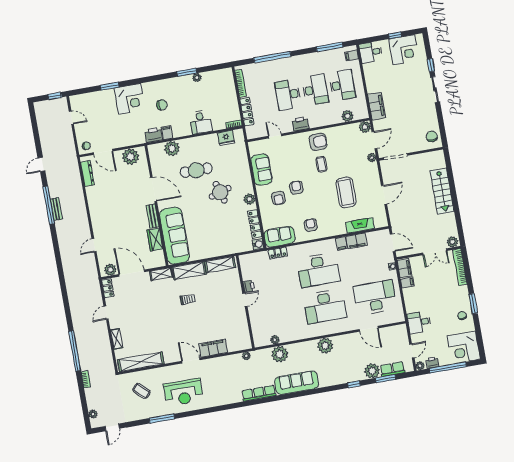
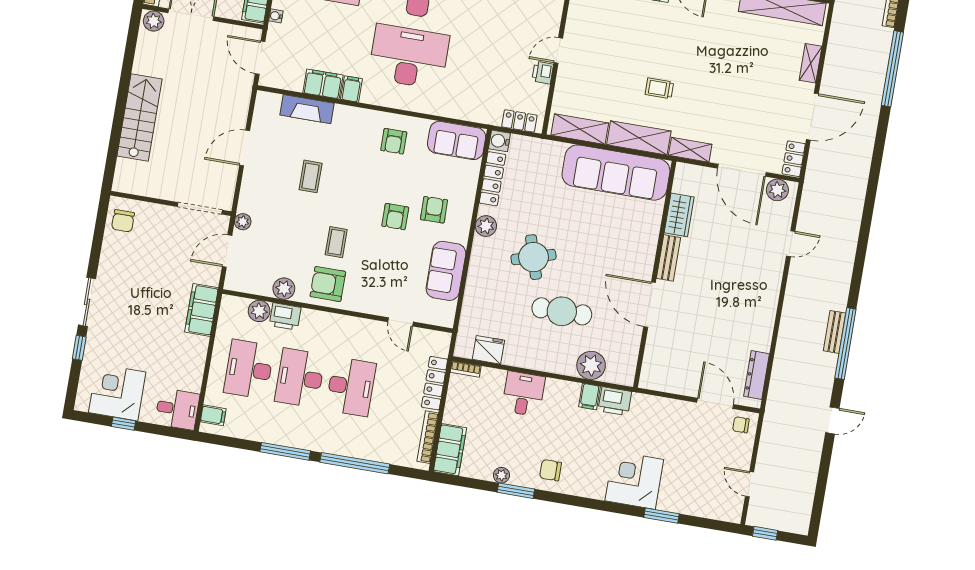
window: (330, 47) -> (285, 451), moved
filing cabinet: (227, 81) -> (450, 450), added
chair: (162, 105) -> (550, 470), moved
printer: (300, 124) -> (285, 316), moved
plant: (365, 127) -> (284, 289), moved
plant: (130, 157) -> (670, 377), removed
coffee table: (346, 192) -> (311, 176), width x0.54, depth x0.58
sofa: (174, 236) -> (616, 173), moved, turned -90
locker: (278, 253) -> (519, 121), moved
door: (106, 313) -> (812, 117), width x1.87

